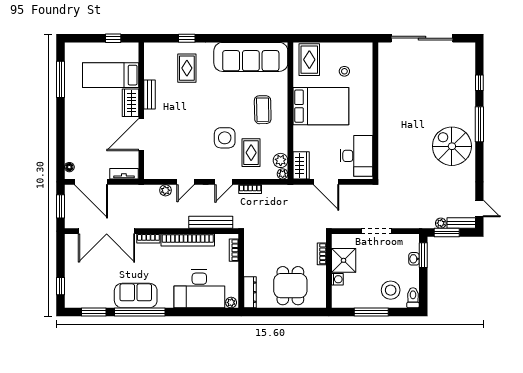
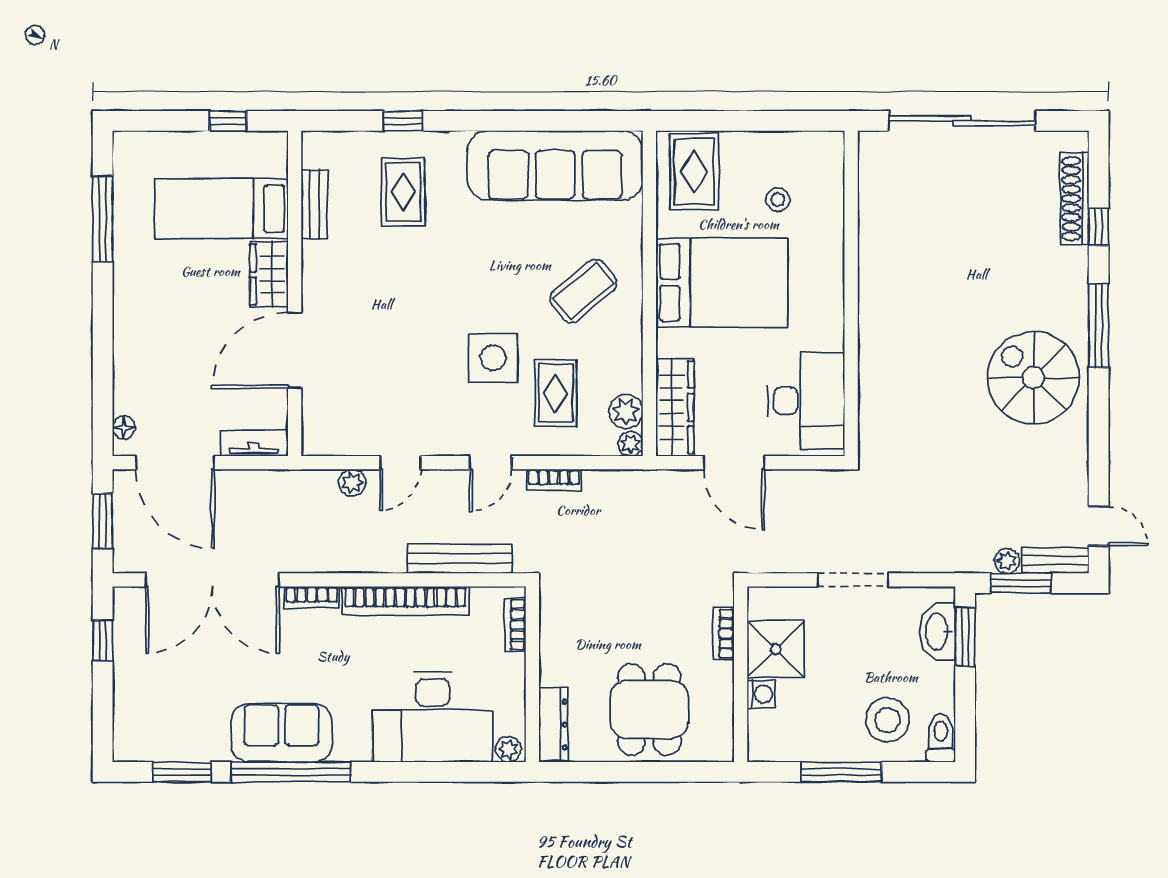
shoe rack: (469, 71) -> (1075, 199), added
bench: (150, 94) -> (314, 204), moved
coffee table: (263, 110) -> (583, 291), turned 51
wardrobe: (301, 165) -> (675, 407), width x1.50
washbasin: (414, 259) -> (938, 632), width x1.91, depth x1.45
window: (60, 286) -> (103, 640), moved

